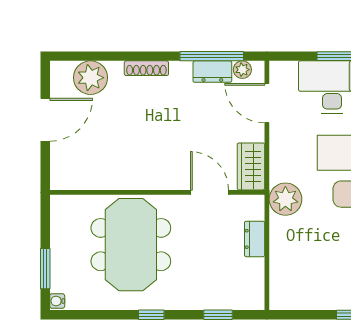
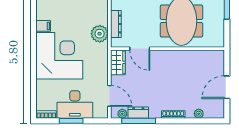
plant: (90, 78) -> (199, 114), width x0.53, depth x0.53
plant: (285, 199) -> (100, 34), moved
dresser: (255, 239) -> (116, 24), width x1.44

